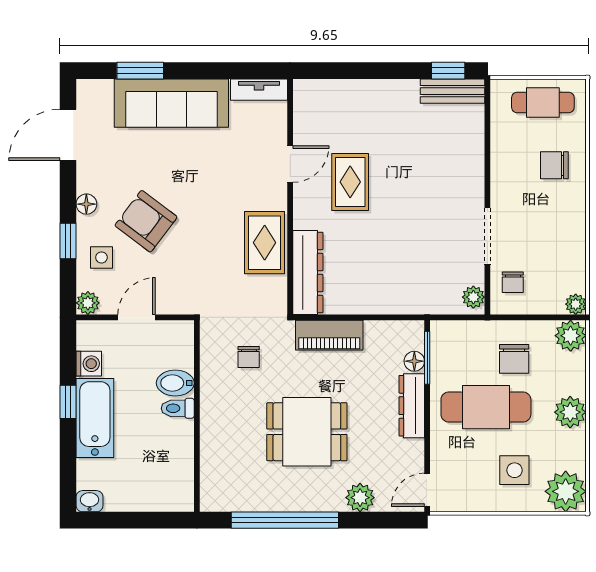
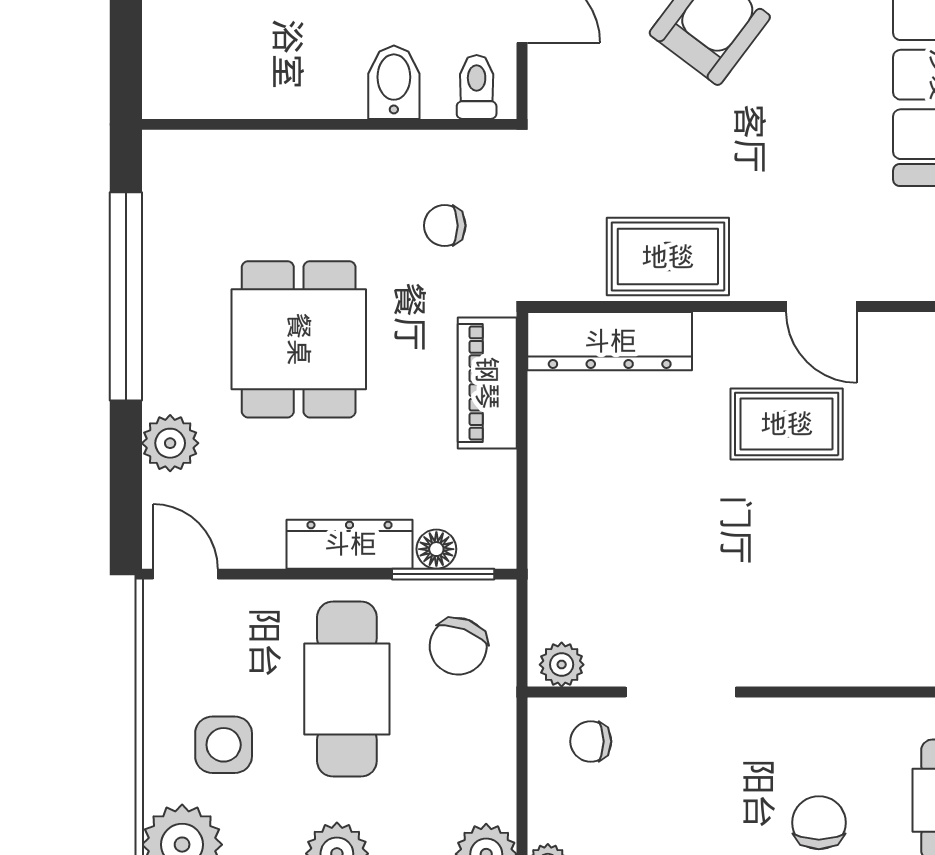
chair: (514, 359) -> (458, 646), moved, turned -69
toilet: (178, 408) -> (477, 87), moved

